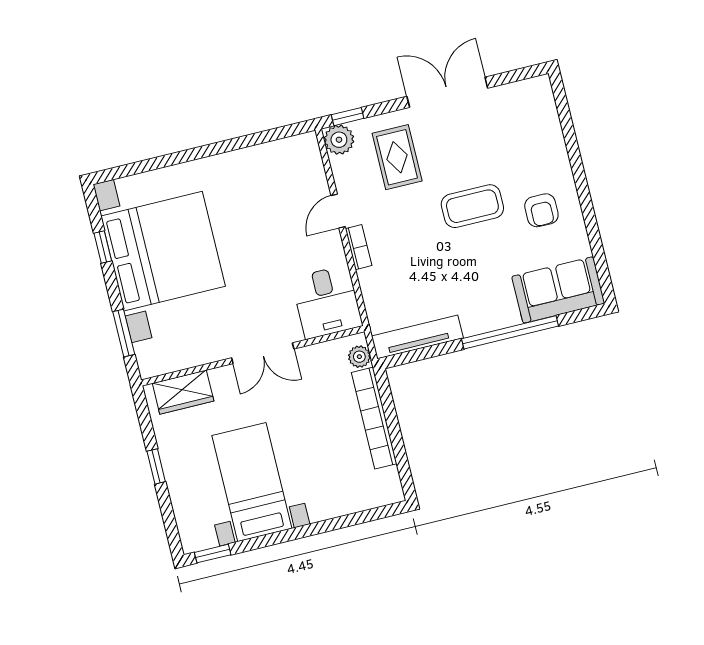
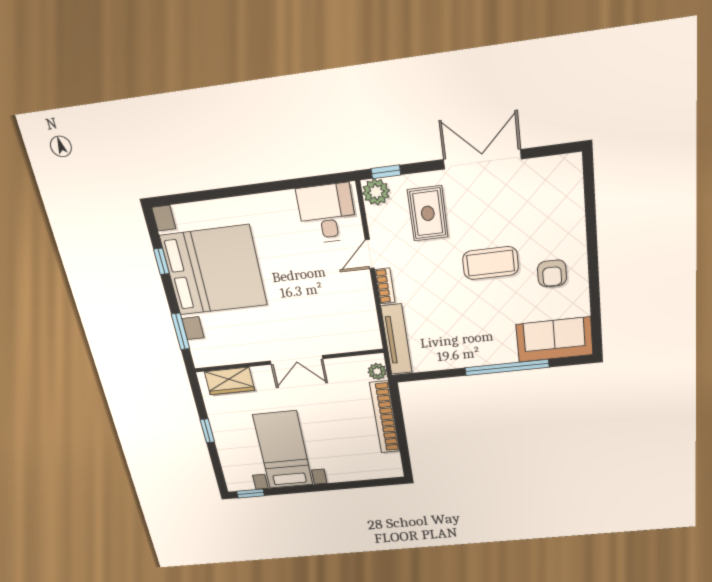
desk: (327, 302) -> (327, 214), moved, turned 180
tv unit: (417, 337) -> (396, 339), moved, turned 90

